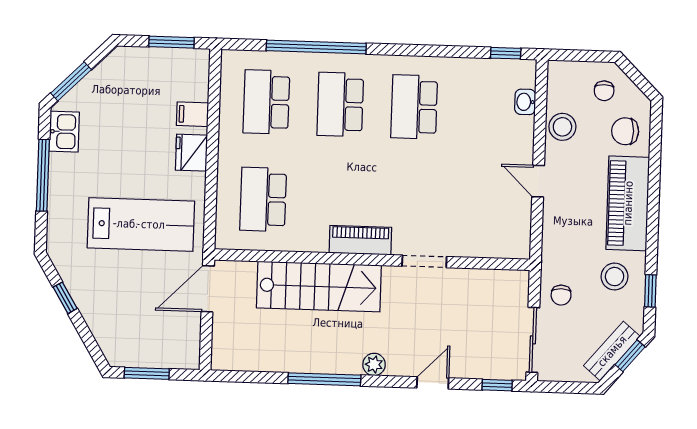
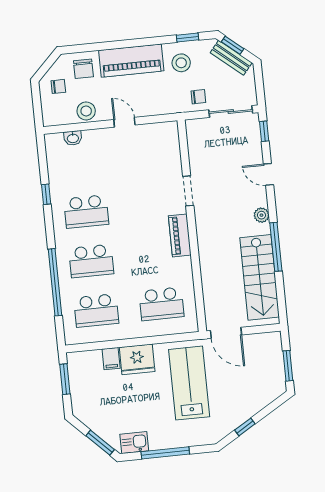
window: (506, 53) -> (46, 194), moved
fridge: (191, 153) -> (137, 359), width x1.36, depth x1.34
door: (538, 181) -> (124, 122), swing flipped
stairs: (319, 287) -> (260, 277), moved, turned 180

